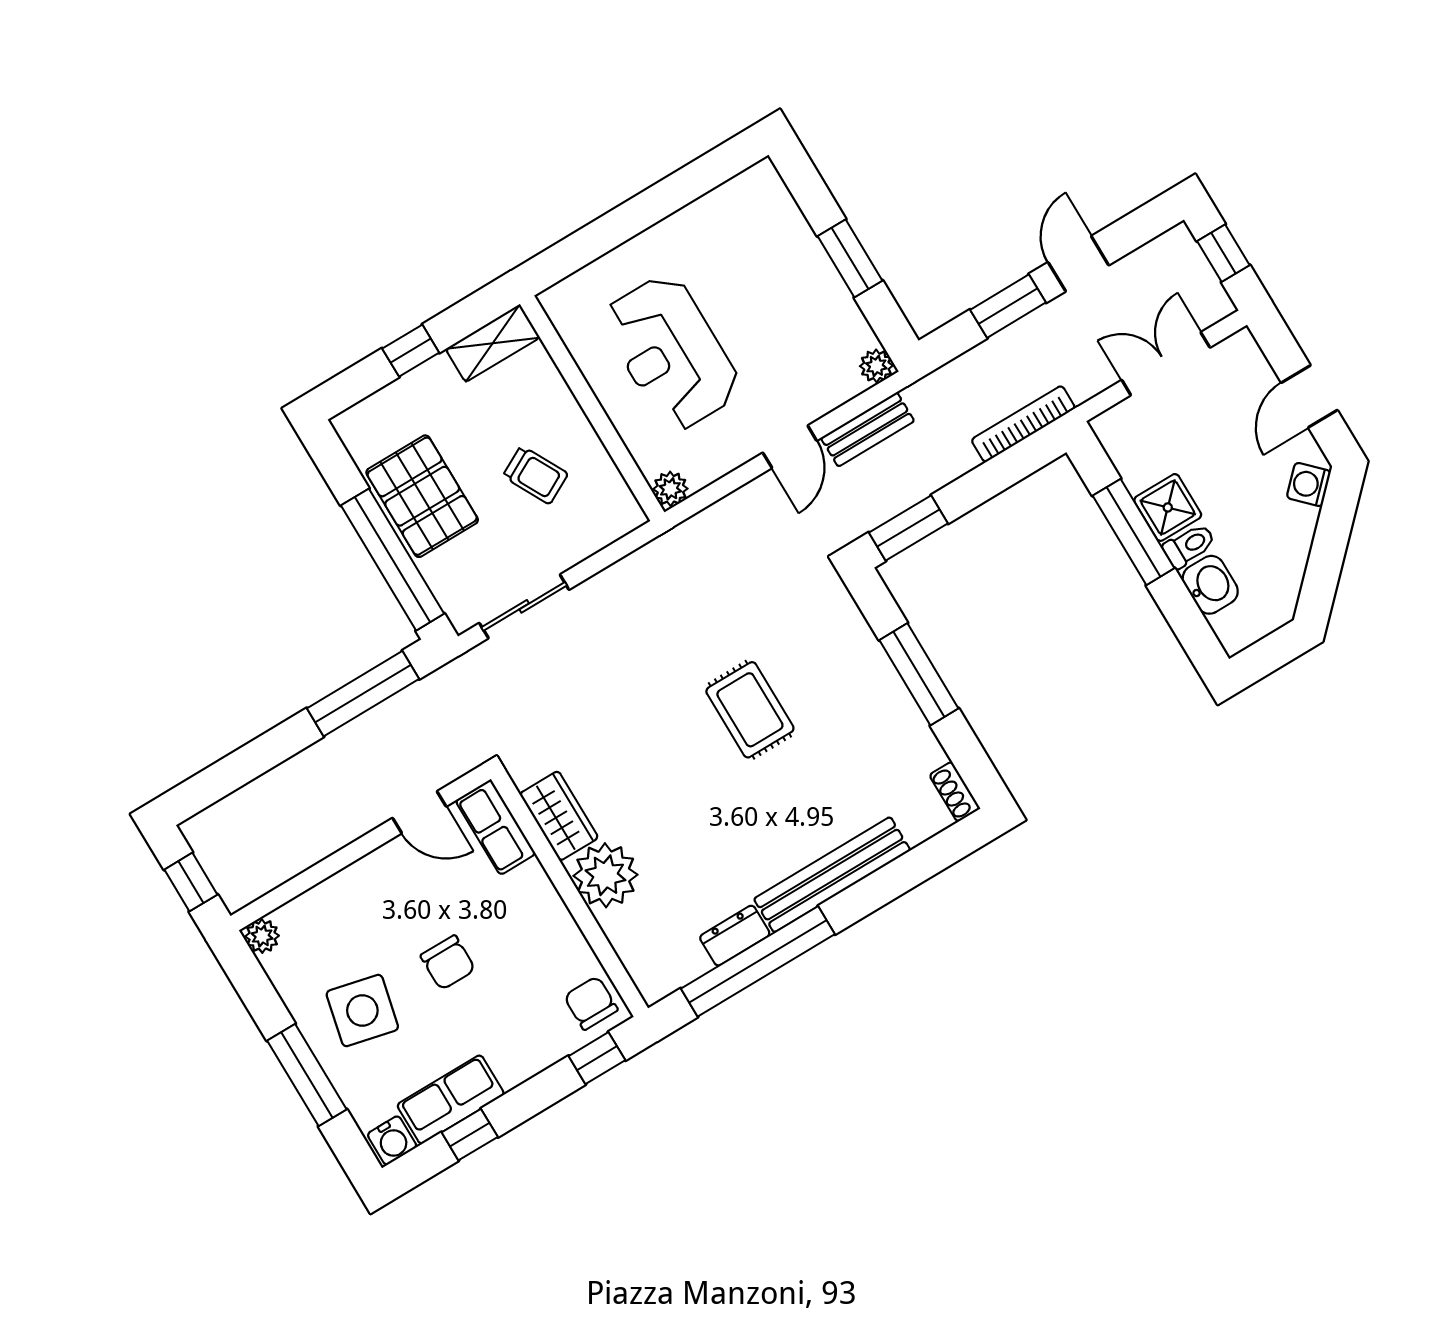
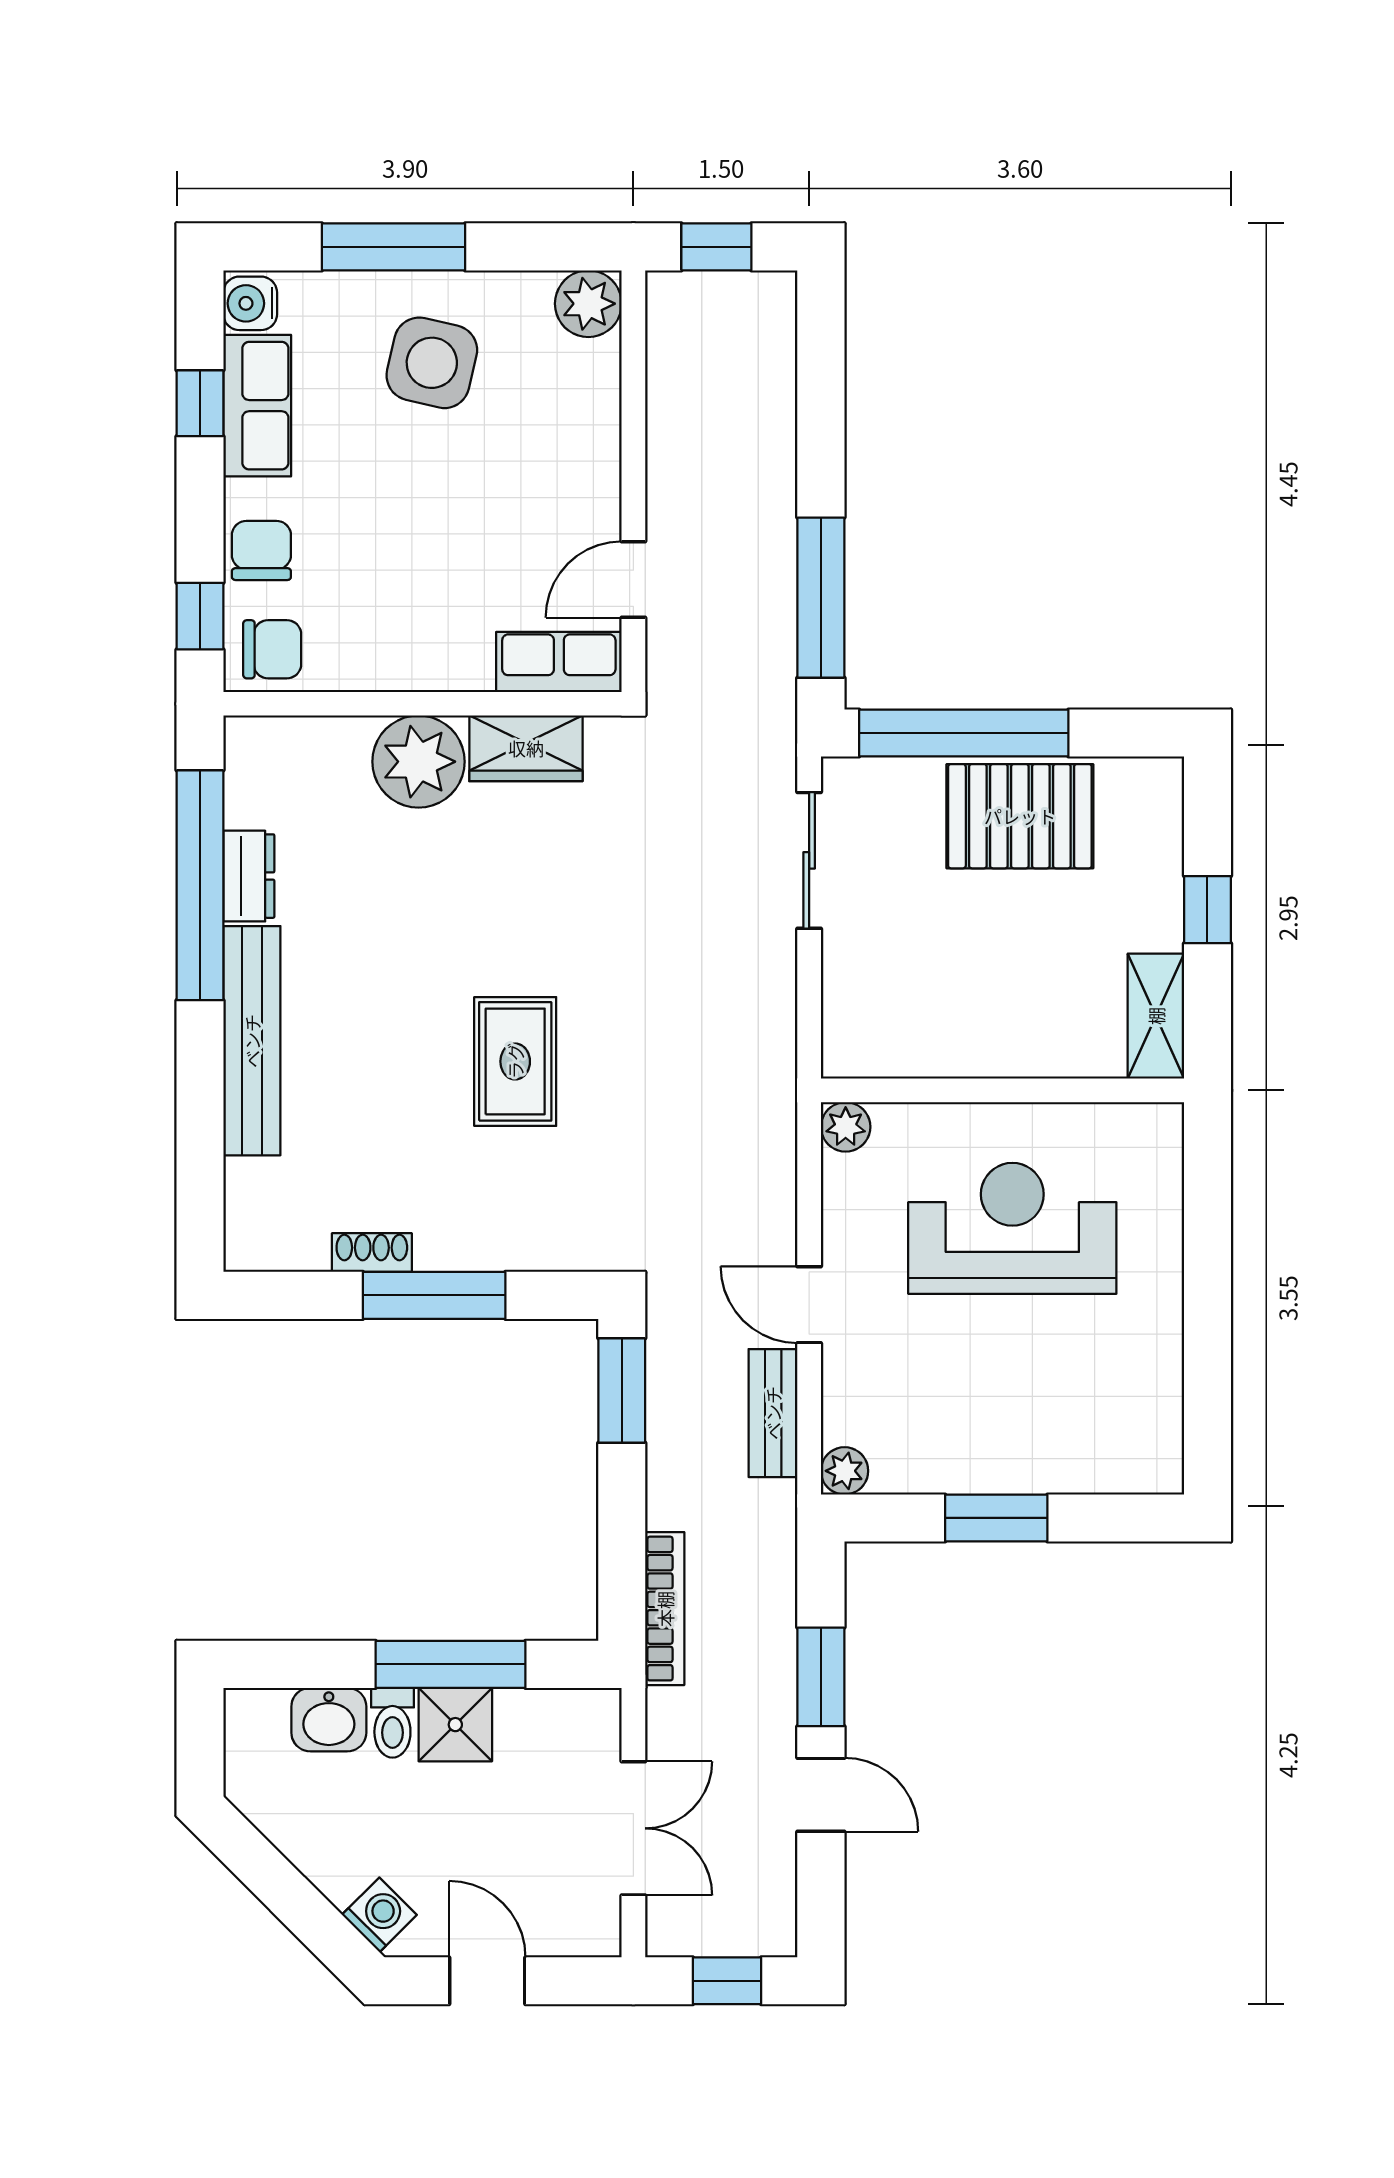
trolley: (535, 475) -> (962, 971), removed
rug: (750, 710) -> (515, 1061), turned 90
shoe rack: (955, 792) -> (372, 1253), moved
plant: (262, 936) -> (588, 304), width x1.38, depth x1.38
chair: (448, 963) -> (261, 550), moved, turned 90

